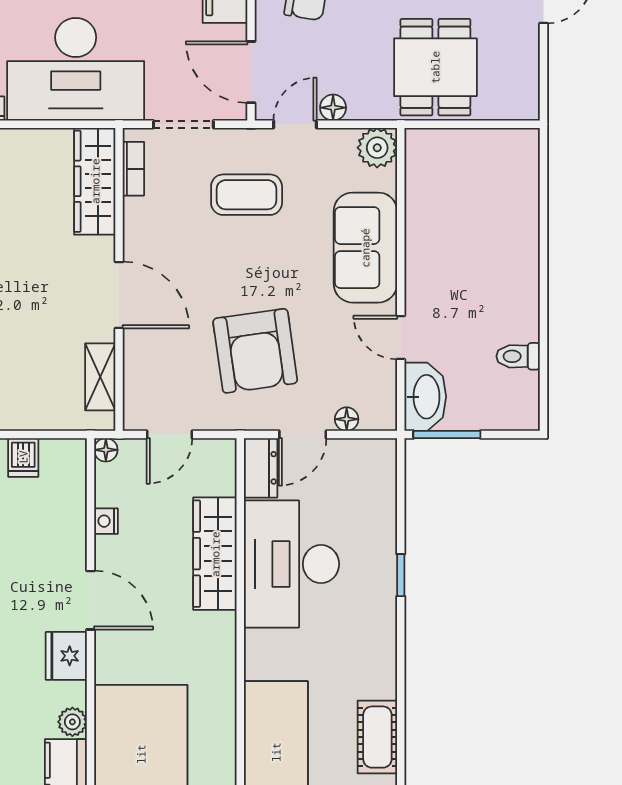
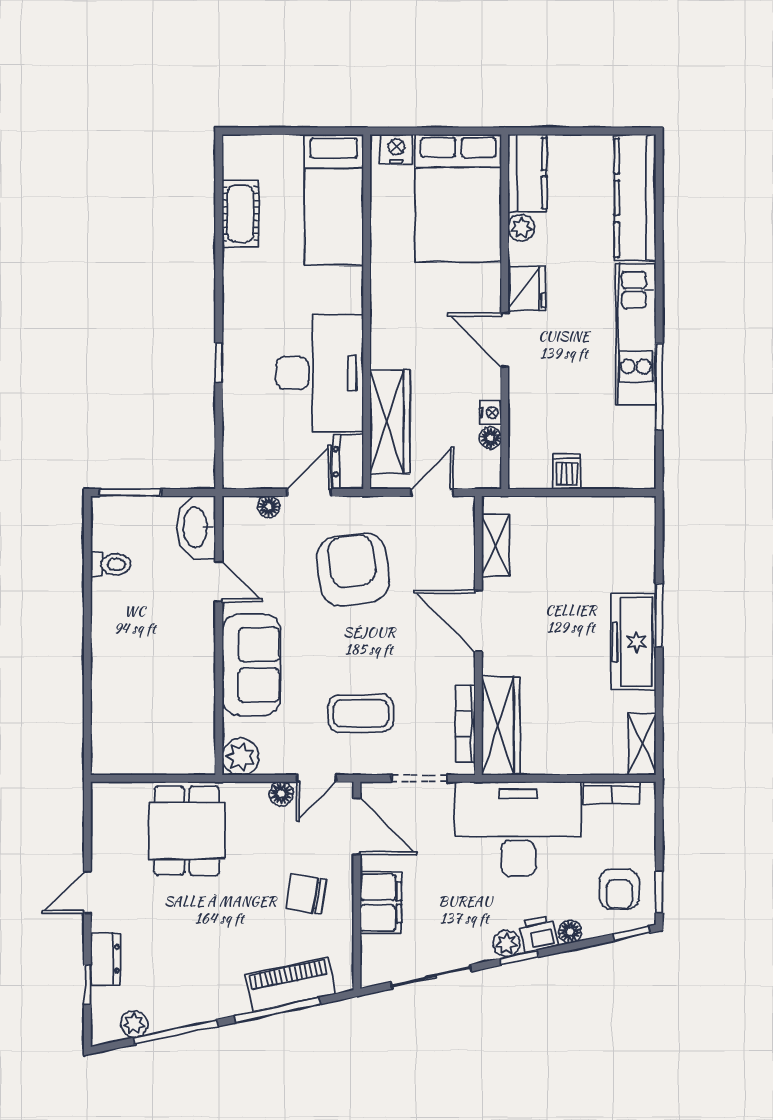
bookcase: (133, 169) -> (465, 723), width x1.56
window: (447, 434) -> (130, 492), moved
floor lamp: (106, 450) -> (491, 438), moved
wardrobe: (215, 554) -> (390, 422), moved

